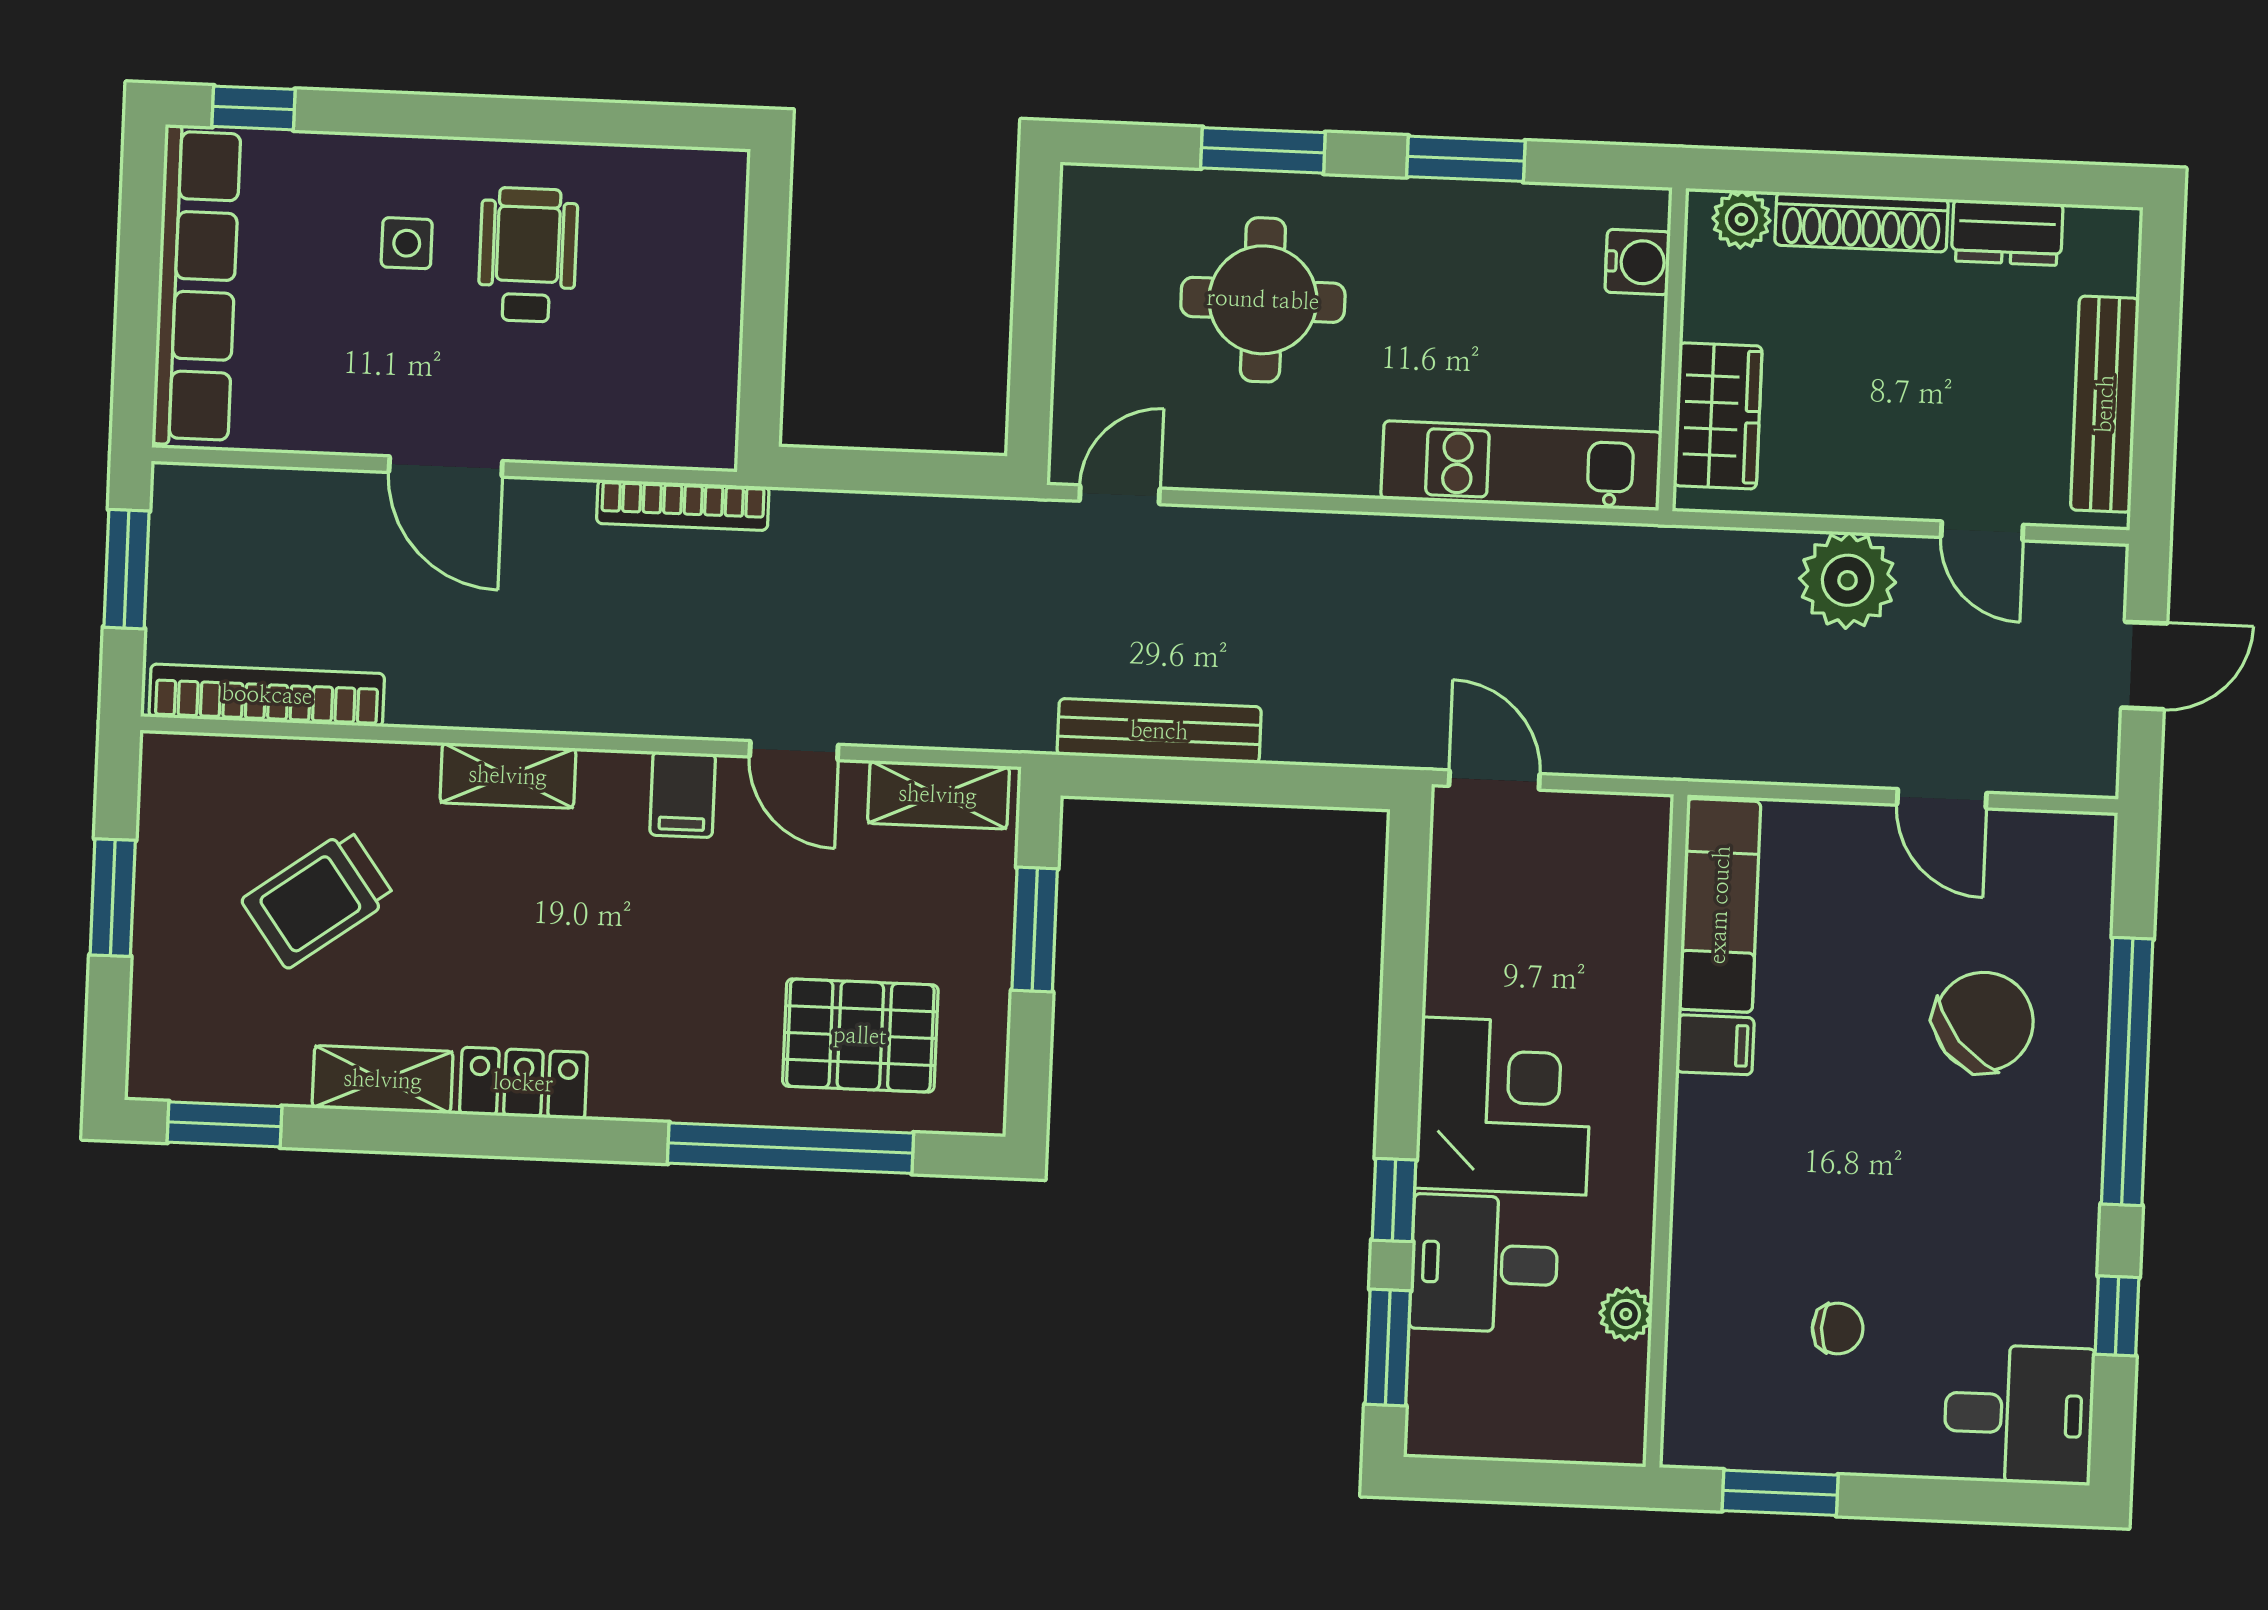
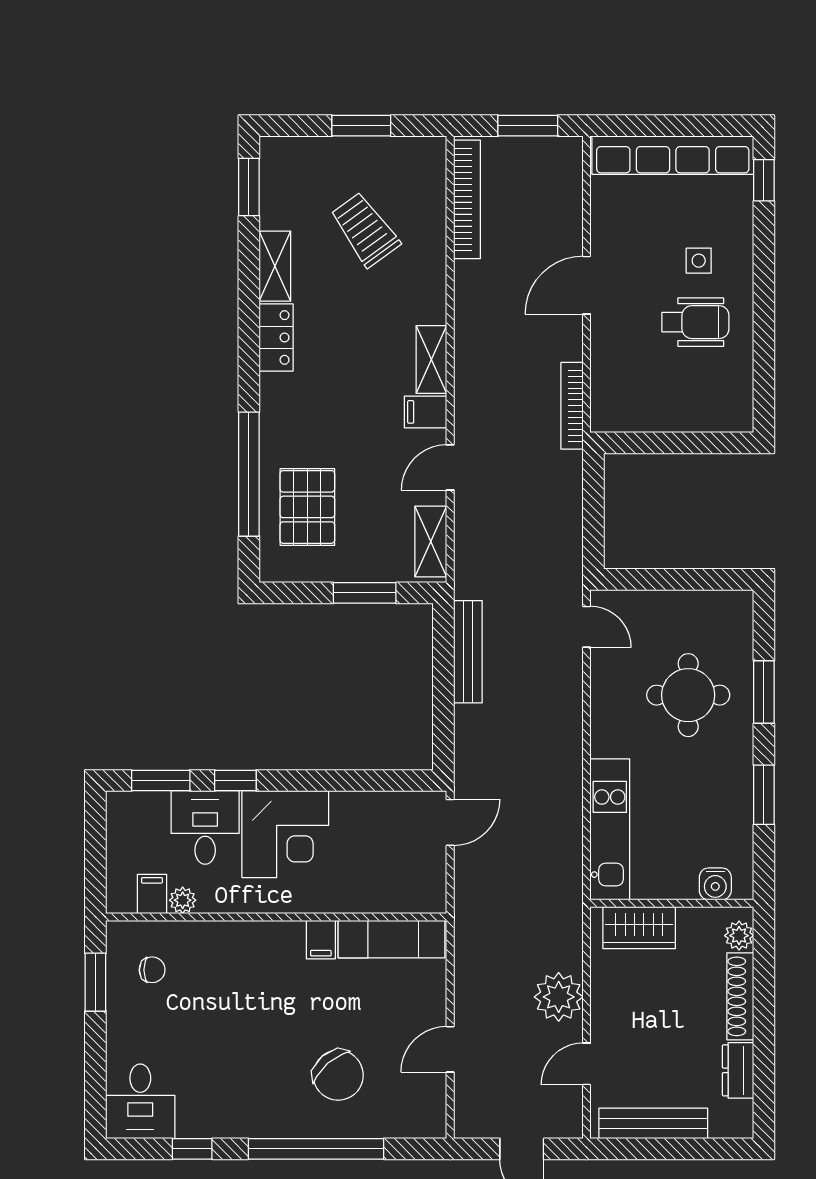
shelving: (508, 776) -> (431, 359), moved
chair: (1838, 1329) -> (152, 970), moved, turned -90
filing cabinet: (1611, 1374) -> (152, 894), added

